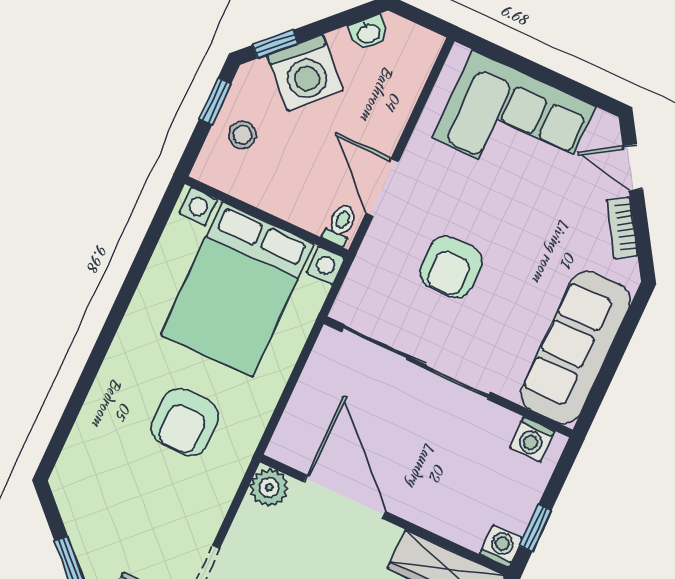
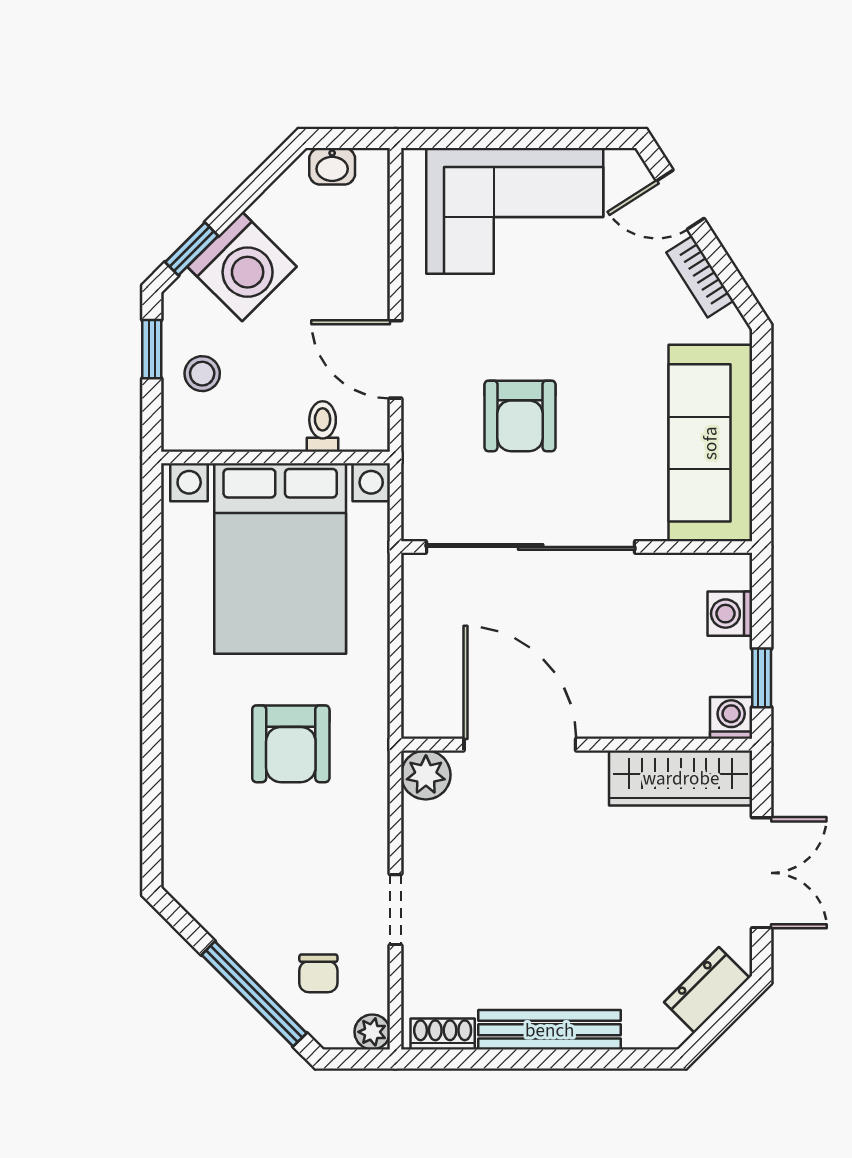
washbasin: (368, 33) -> (332, 166), moved, turned 45
toilet: (340, 225) -> (323, 426), moved
washing machine: (532, 439) -> (730, 614), moved, turned 90

